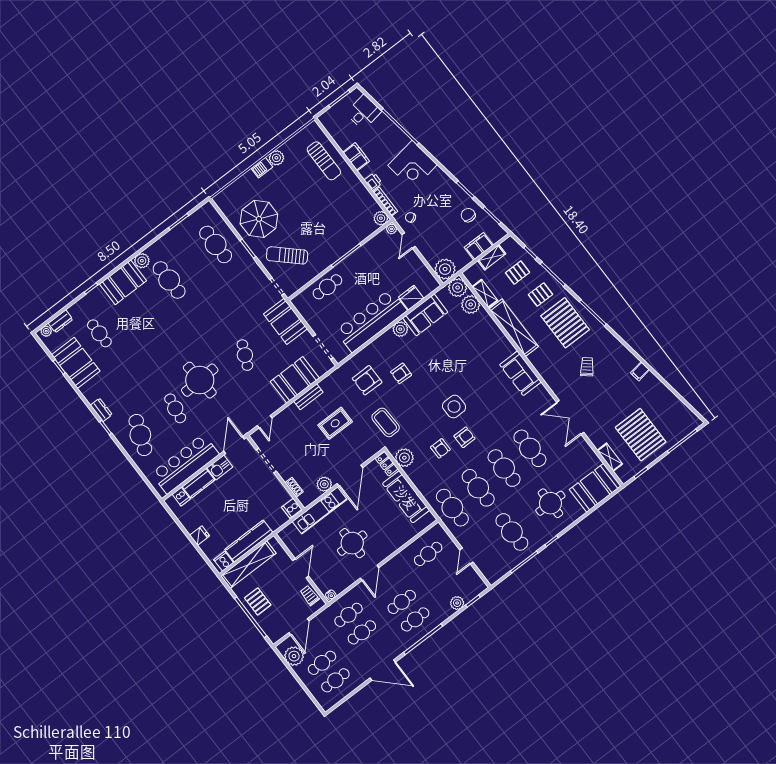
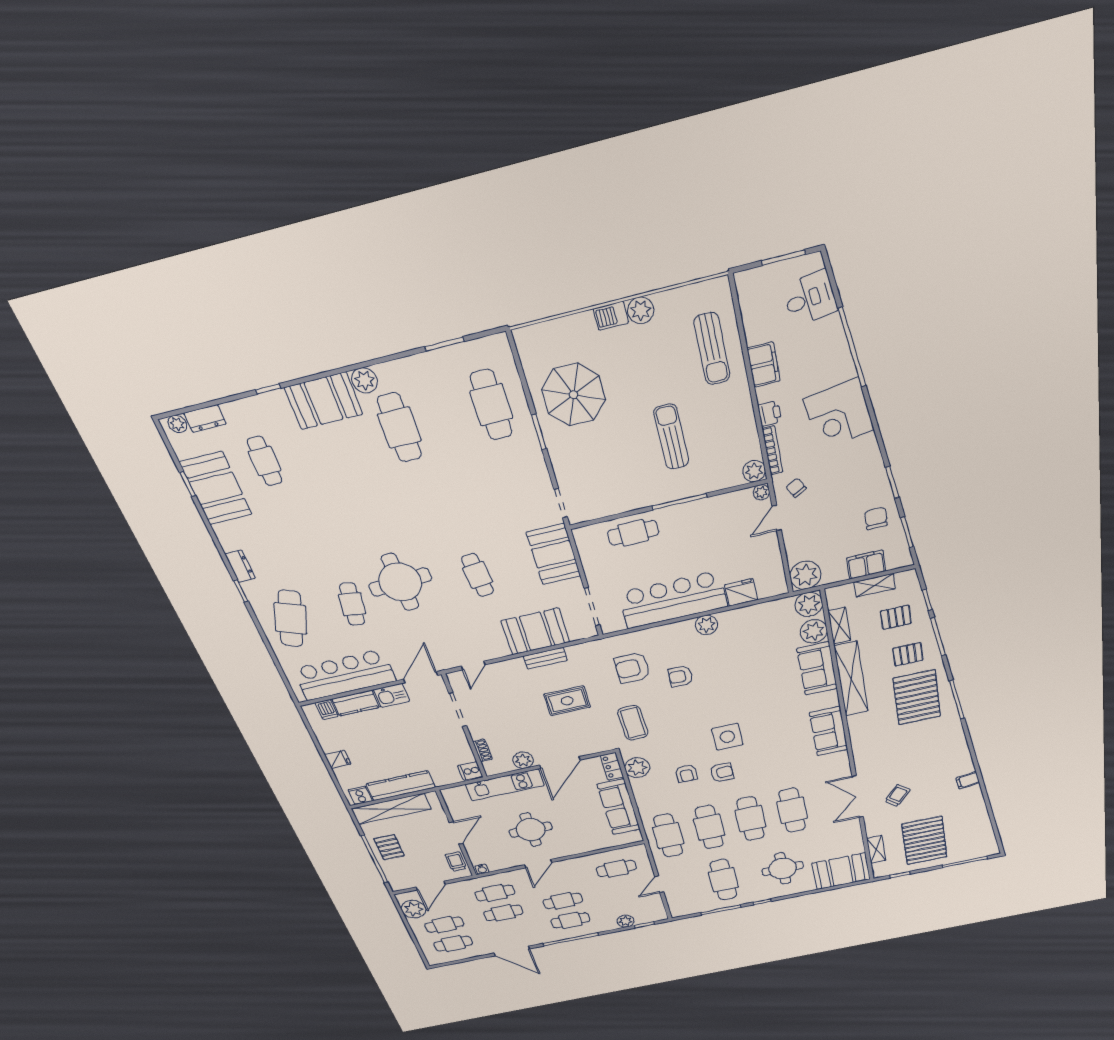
sun lounger: (287, 255) -> (671, 437), moved, turned 47
sofa: (425, 315) -> (817, 669), moved, turned 90
cafe table: (245, 355) -> (478, 575), turned -30
trolley: (587, 367) -> (897, 796), moved

